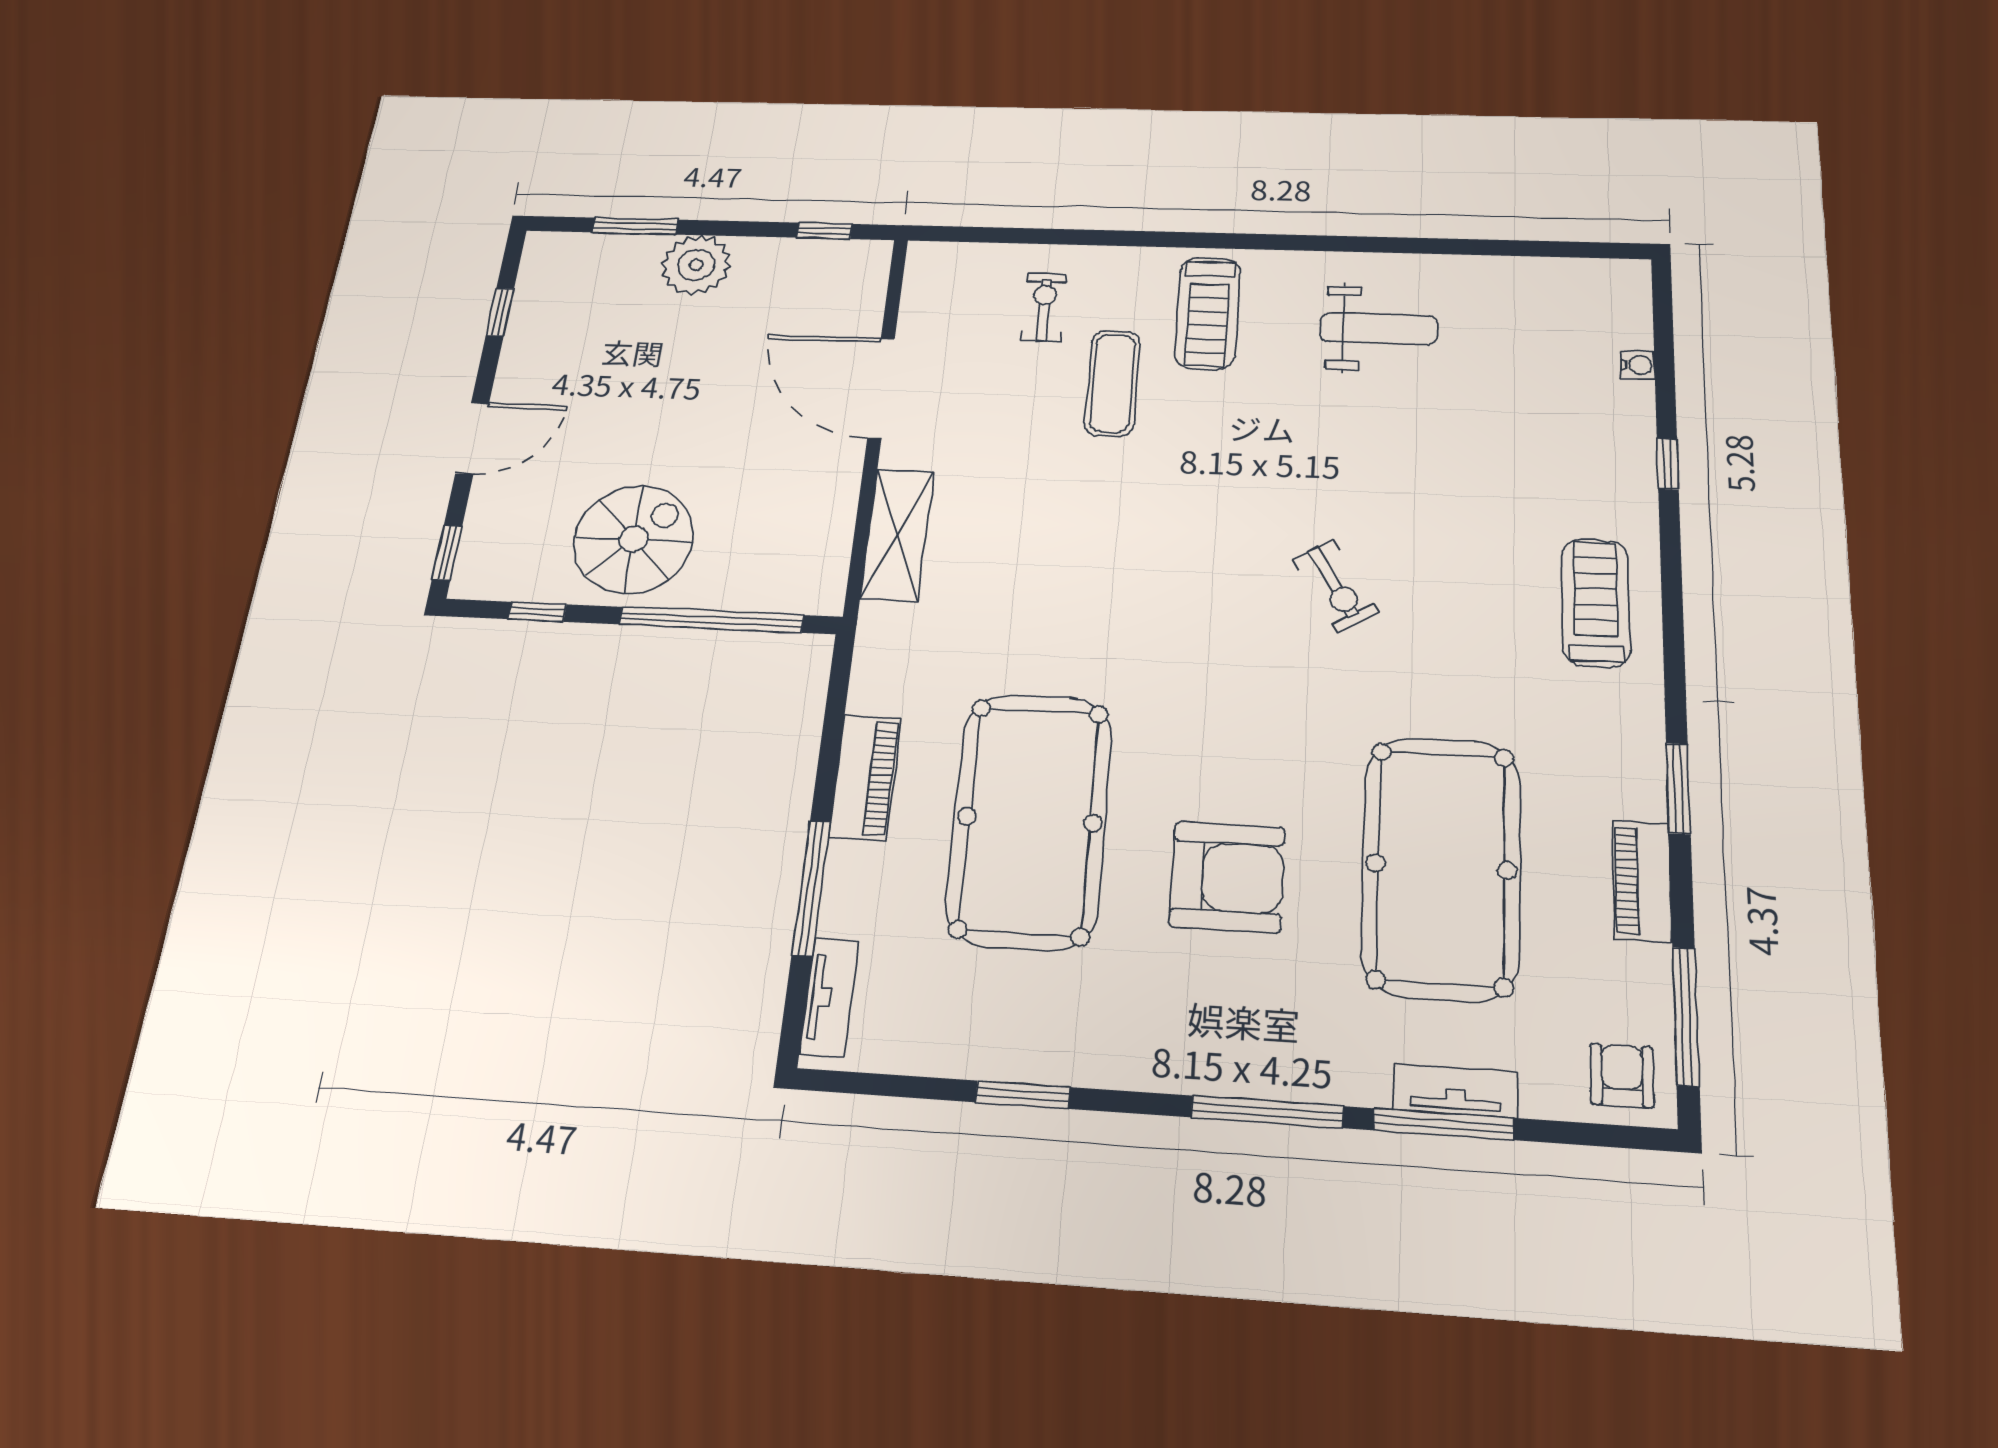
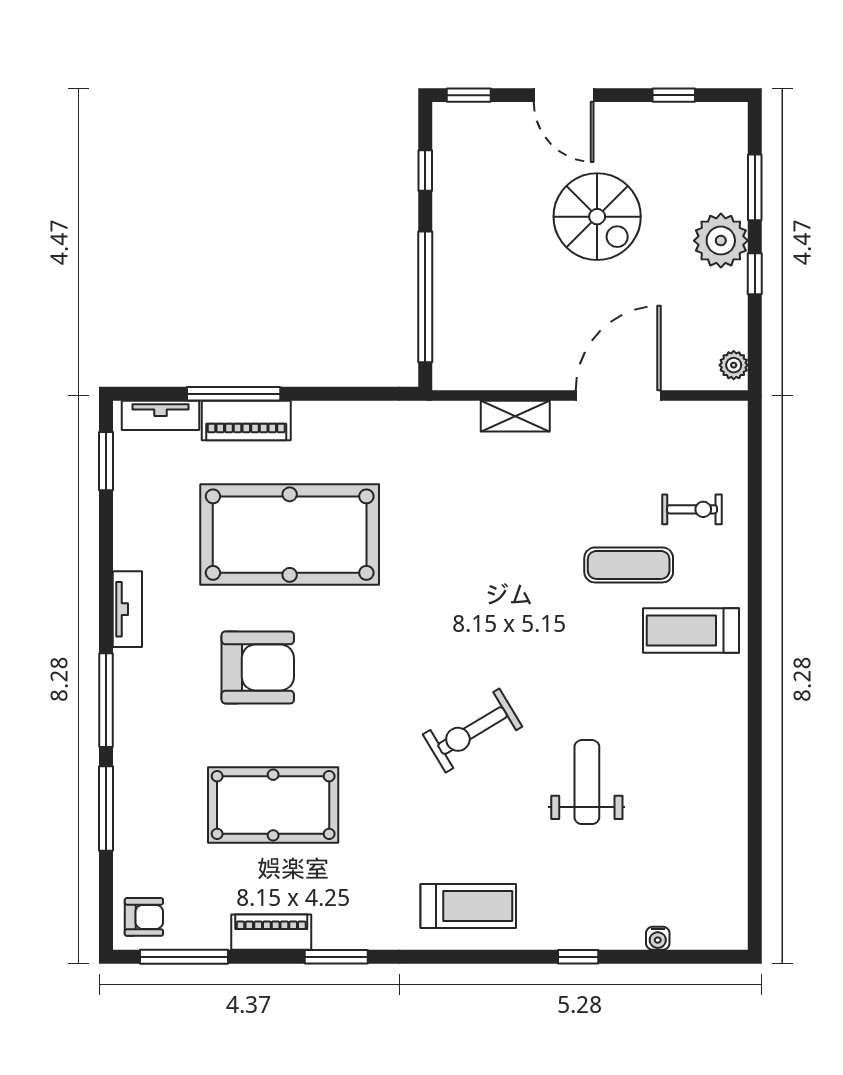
window: (824, 231) -> (755, 274), moved
plant: (859, 255) -> (734, 365), added
weight bench: (1379, 329) -> (587, 782), moved, turned 180
shelving: (897, 535) -> (515, 416), width x0.67, depth x0.75
spiral stairs: (634, 539) -> (597, 217), moved
exercise bike: (1335, 586) -> (473, 731), width x1.38, depth x1.39
piano: (865, 778) -> (246, 420), moved
pool table: (1441, 867) -> (273, 805), width x0.73, depth x0.76
armchair: (1227, 877) -> (258, 667), turned -90
tv unit: (1455, 1091) -> (127, 609), moved
window: (1023, 1095) -> (106, 461), moved

